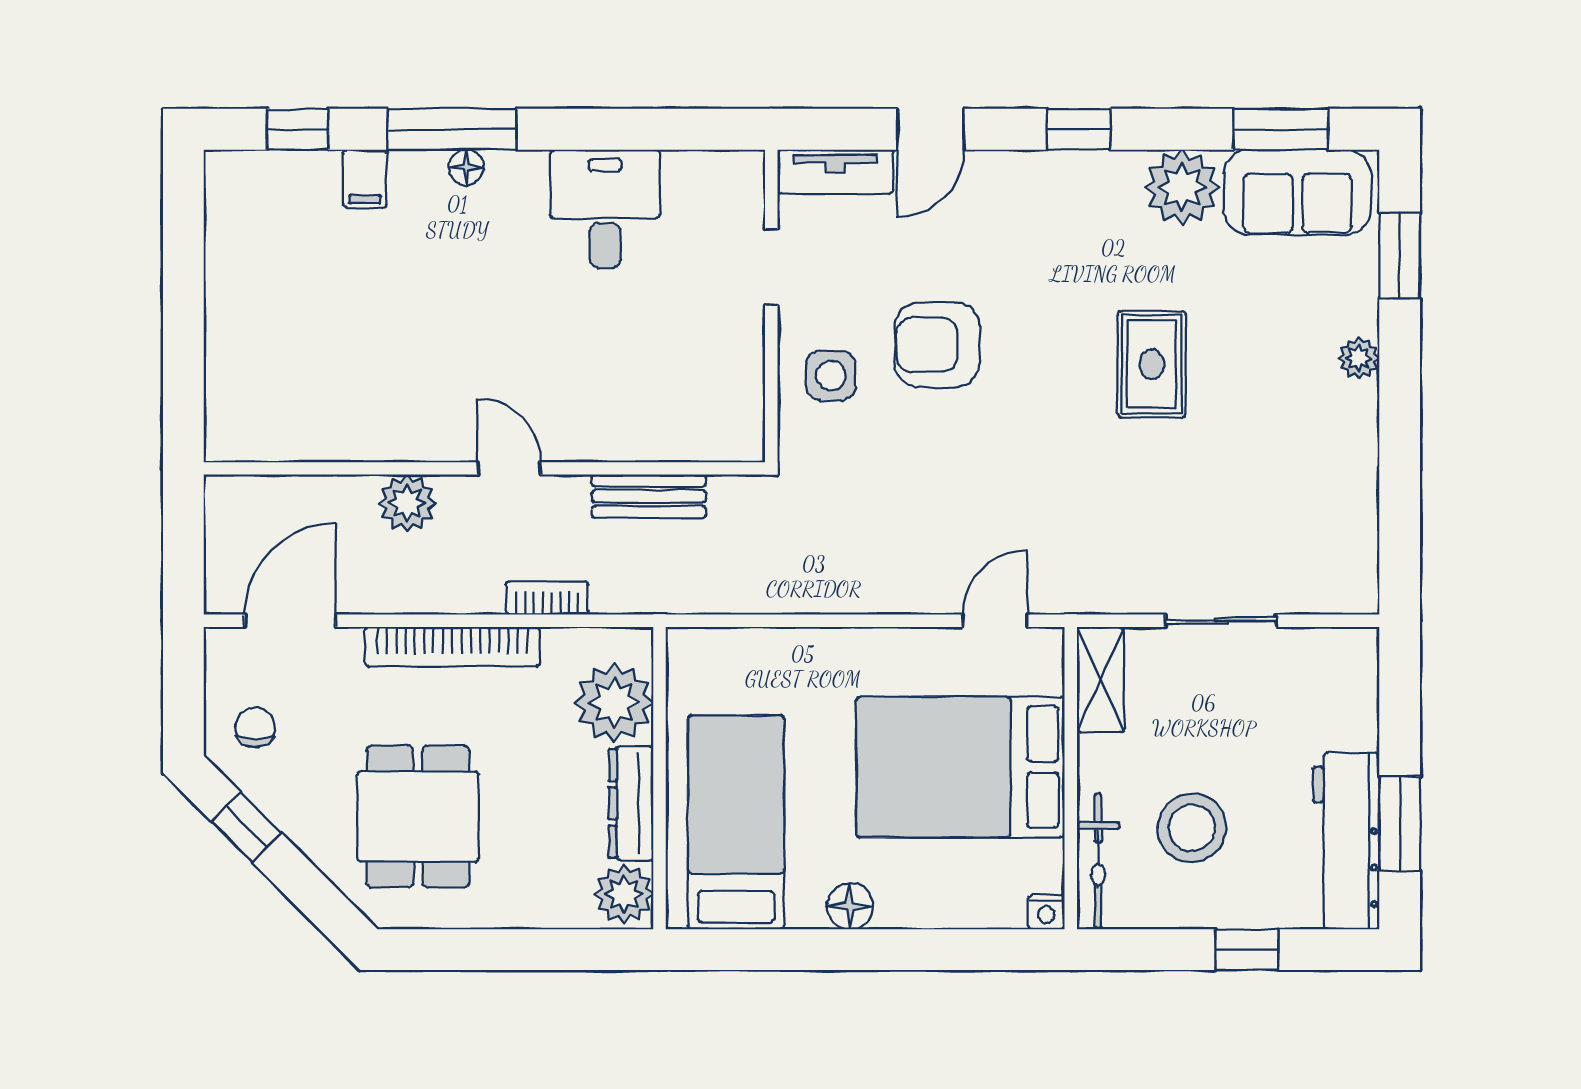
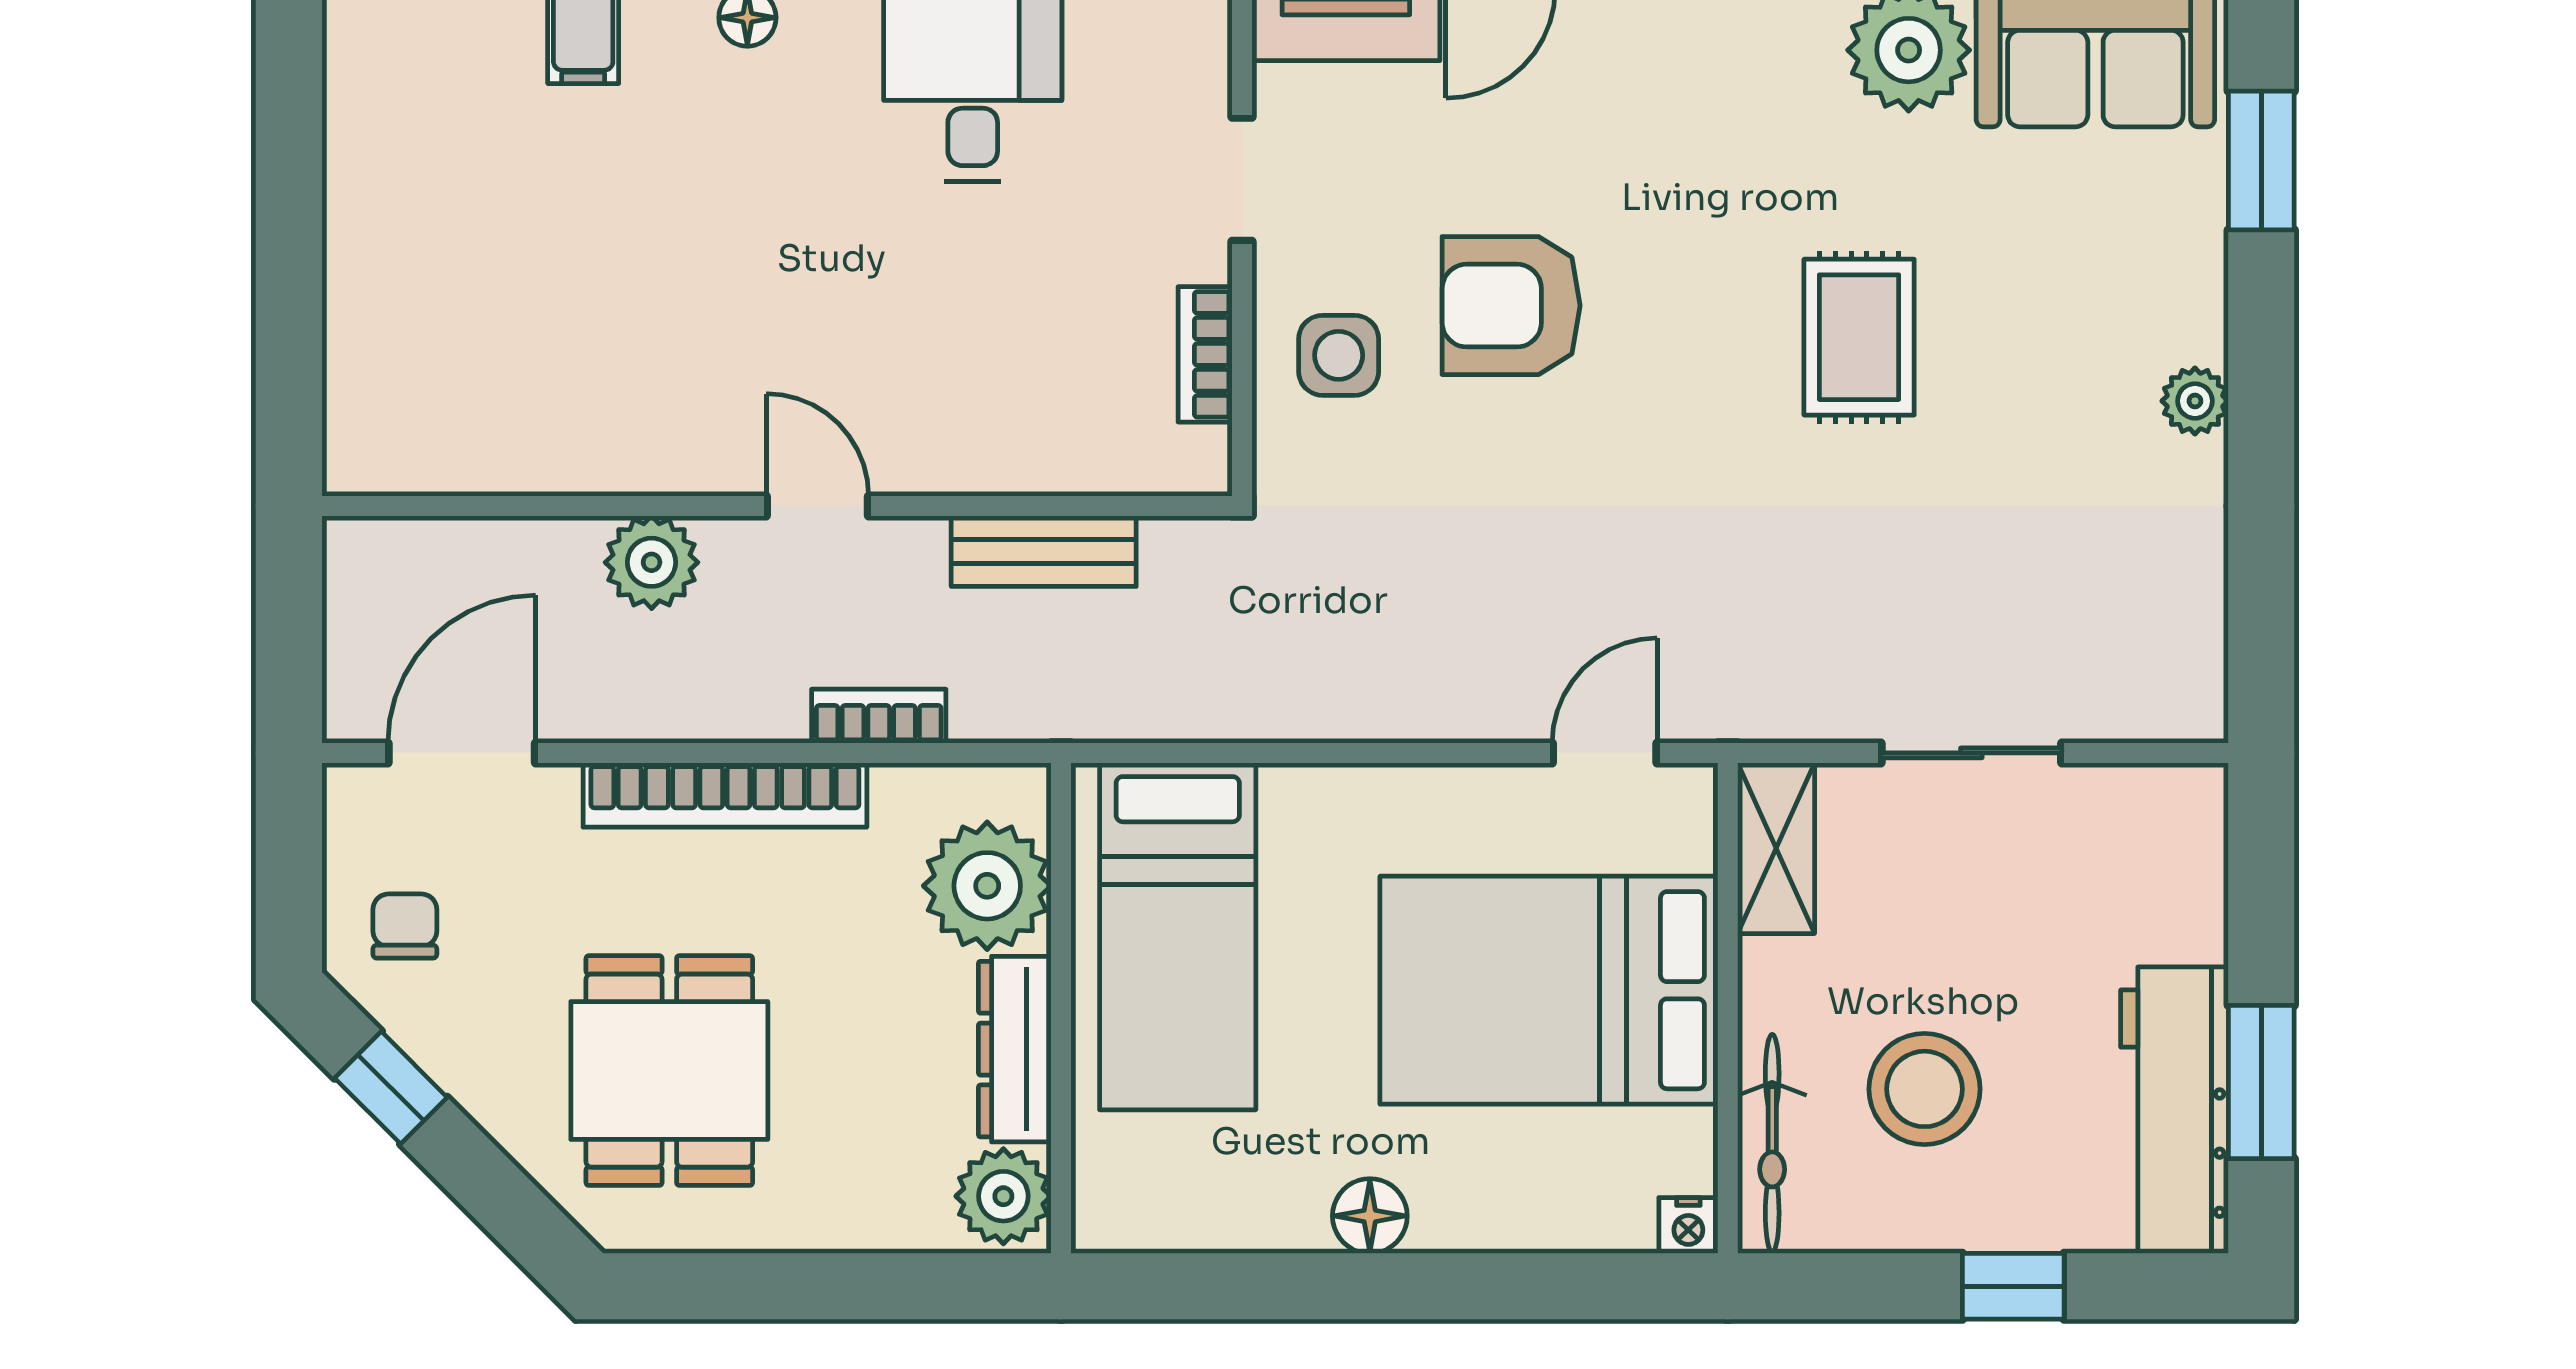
plant: (1359, 358) -> (2195, 401), moved
bookcase: (748, 375) -> (1205, 354), added
bed: (736, 822) -> (1178, 936), moved, turned 180

